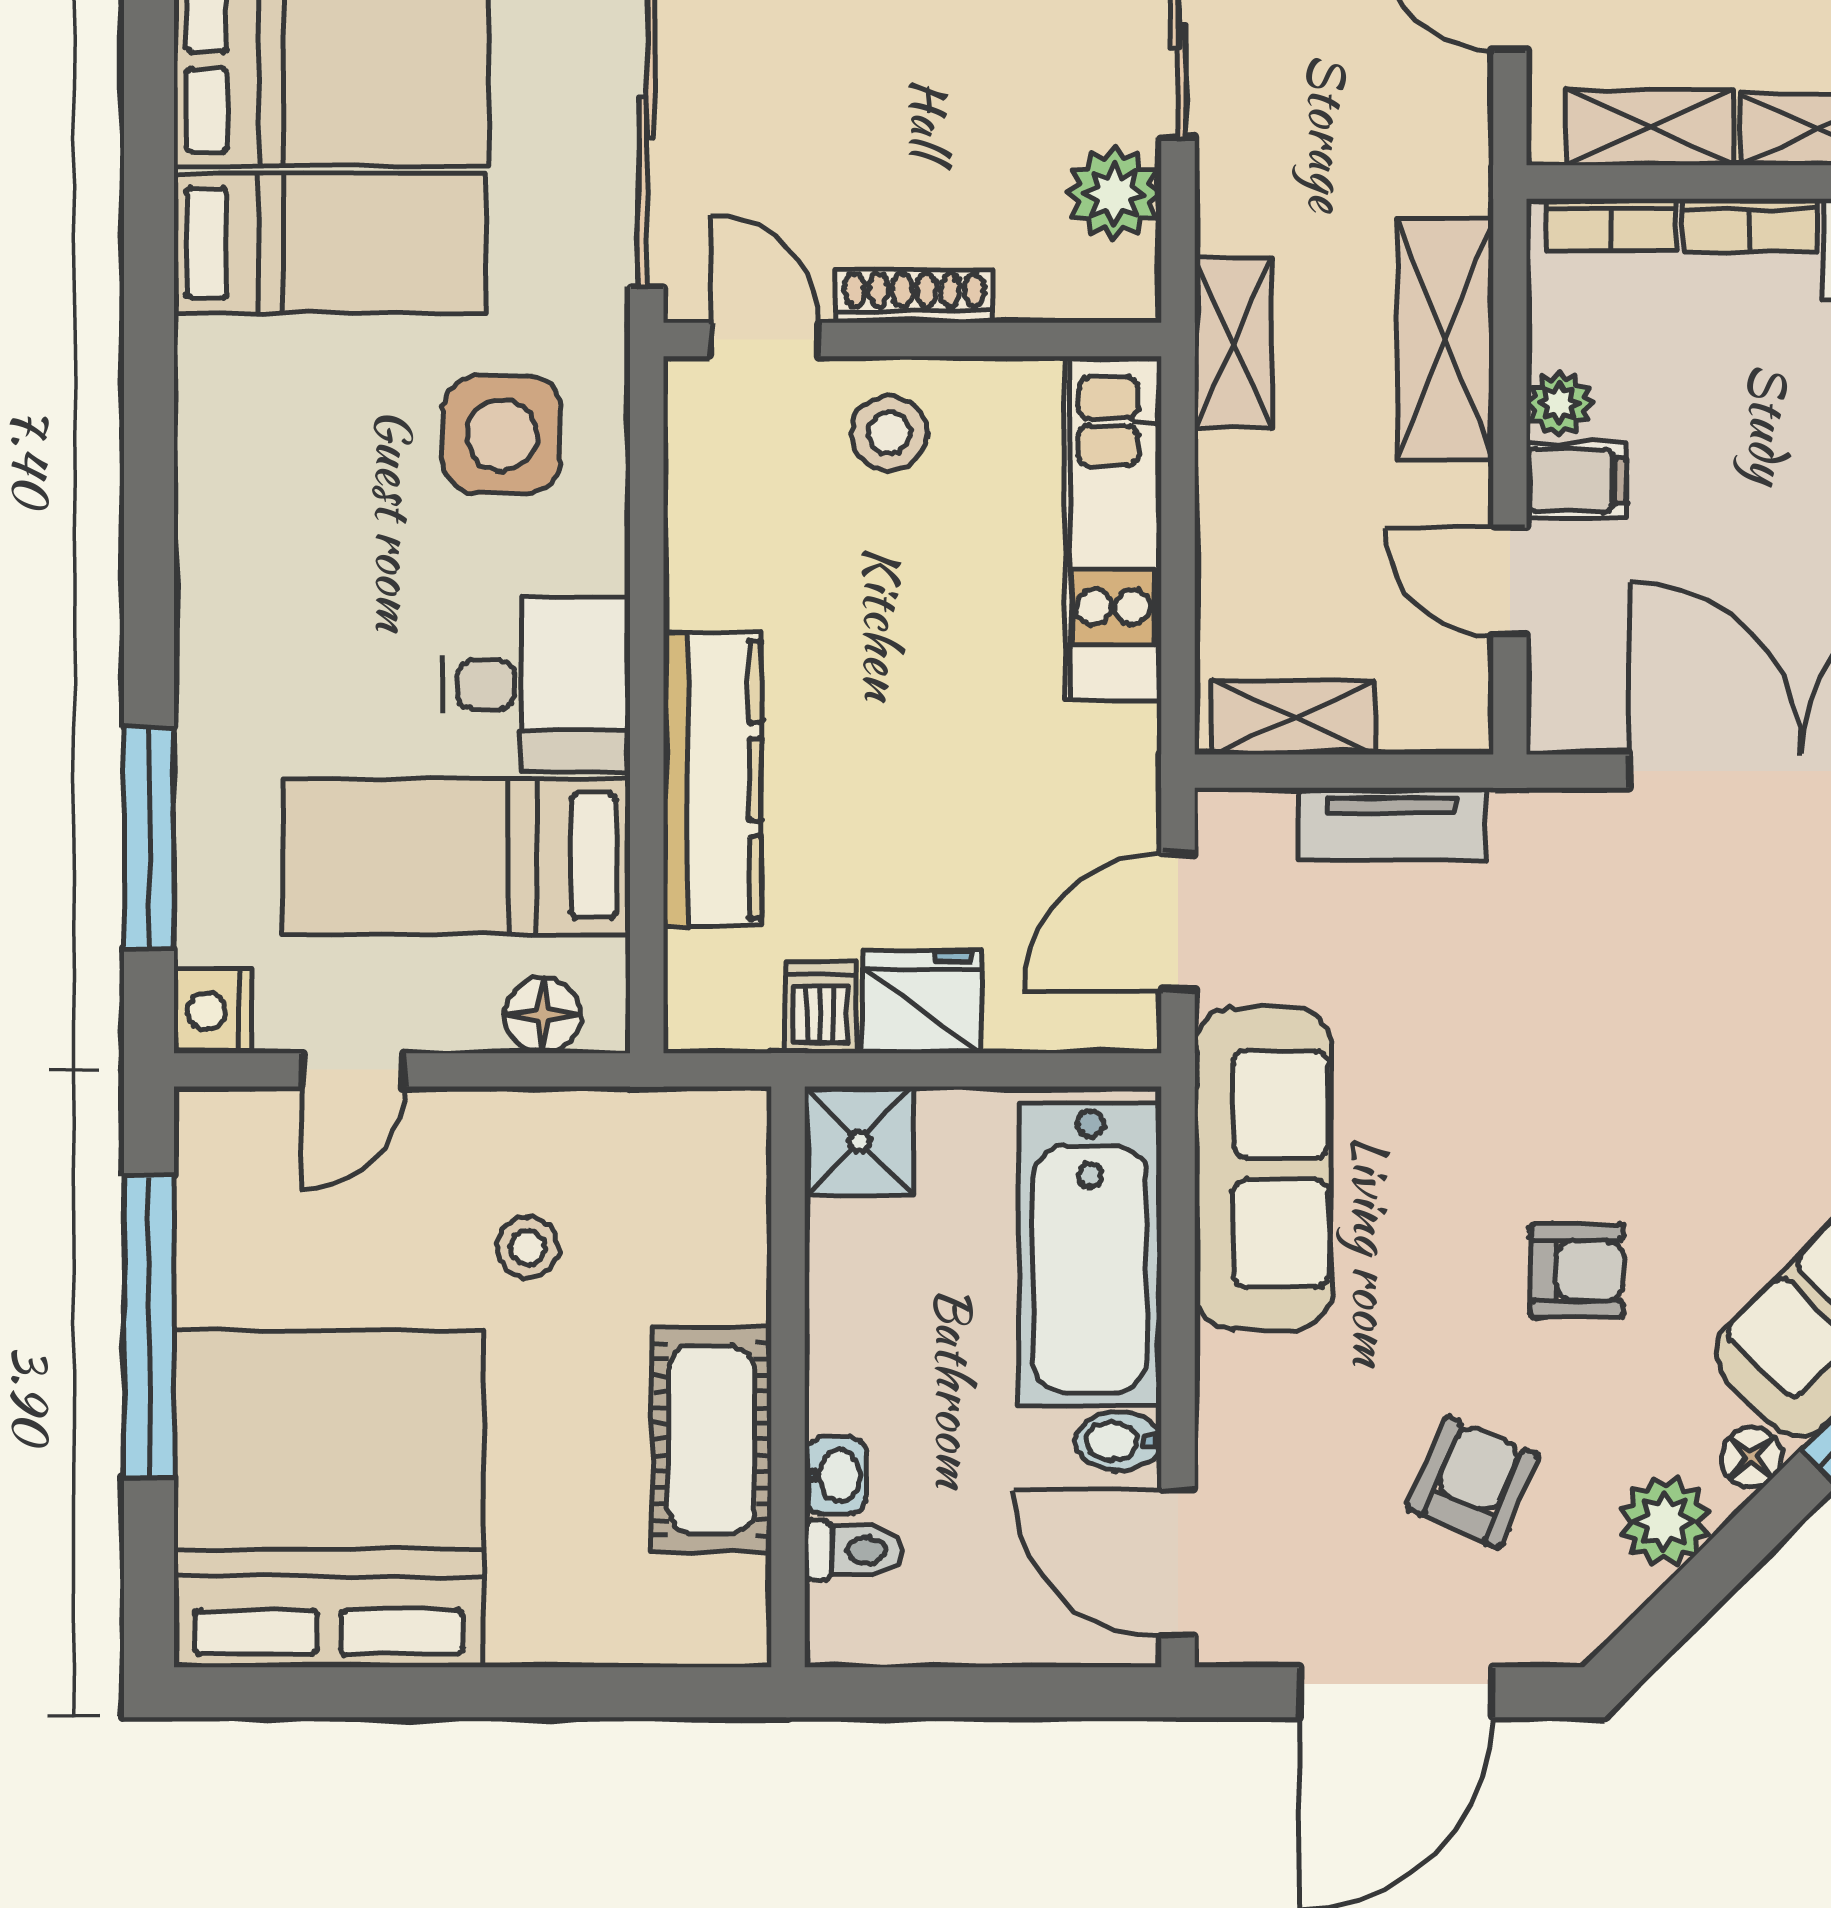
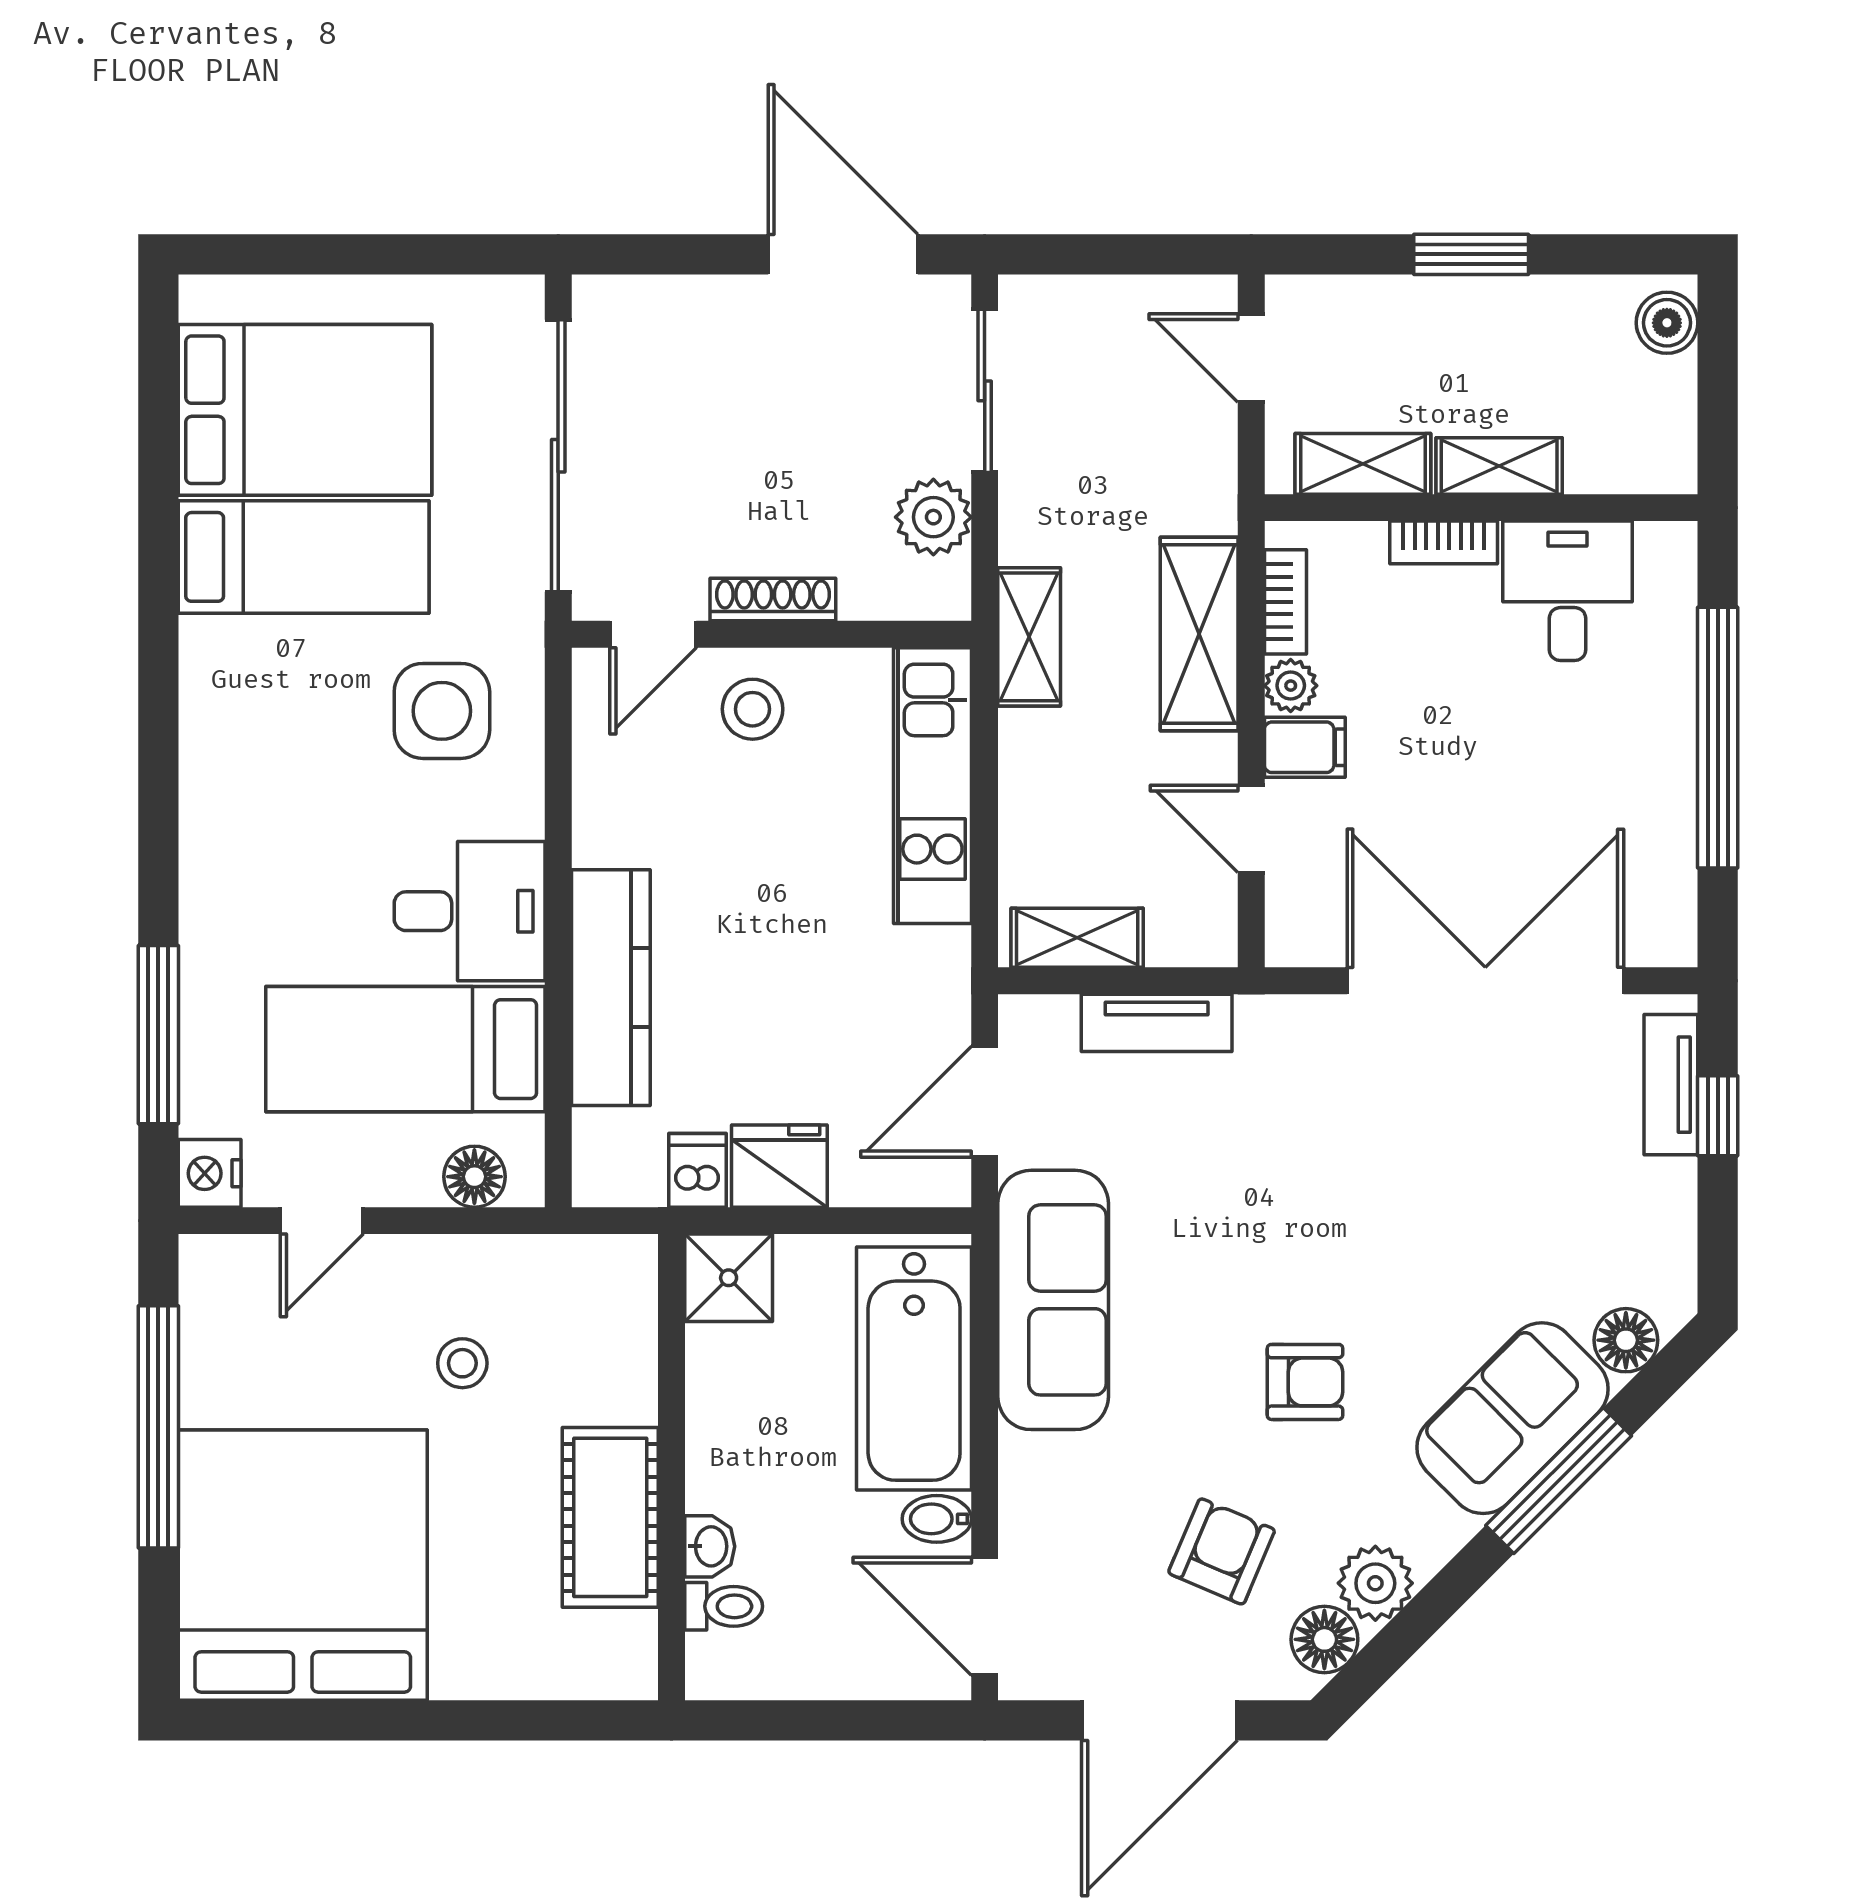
bookcase: (1611, 225) -> (1285, 602), moved, turned -90
door: (765, 340) -> (653, 634), swing flipped
floor lamp: (1751, 1457) -> (1324, 1639), moved, width x1.37, depth x1.37

